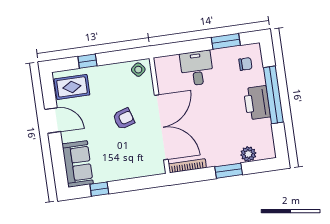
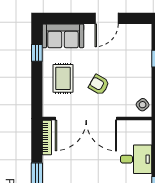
rug: (72, 87) -> (63, 78), moved
armchair: (124, 119) -> (99, 85), turned 137

